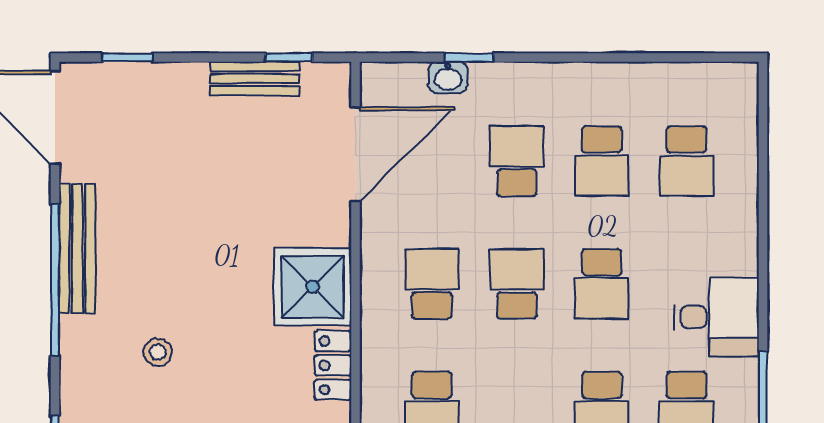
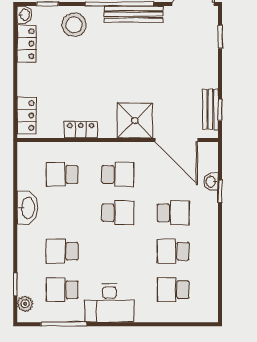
bench: (255, 79) -> (210, 109), moved
school desk: (602, 284) -> (118, 251), removed
shower: (313, 287) -> (135, 121), moved
desk: (716, 317) -> (109, 303), width x1.37
stool: (158, 352) -> (74, 25), moved, width x1.89, depth x1.89

